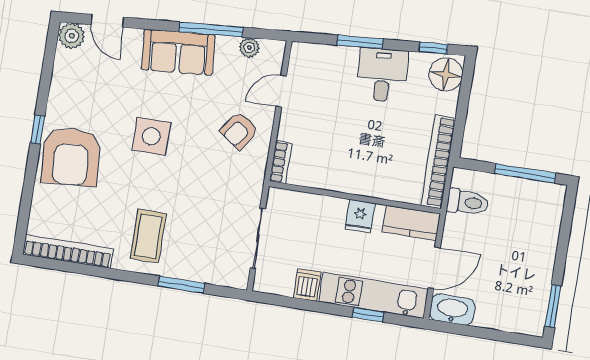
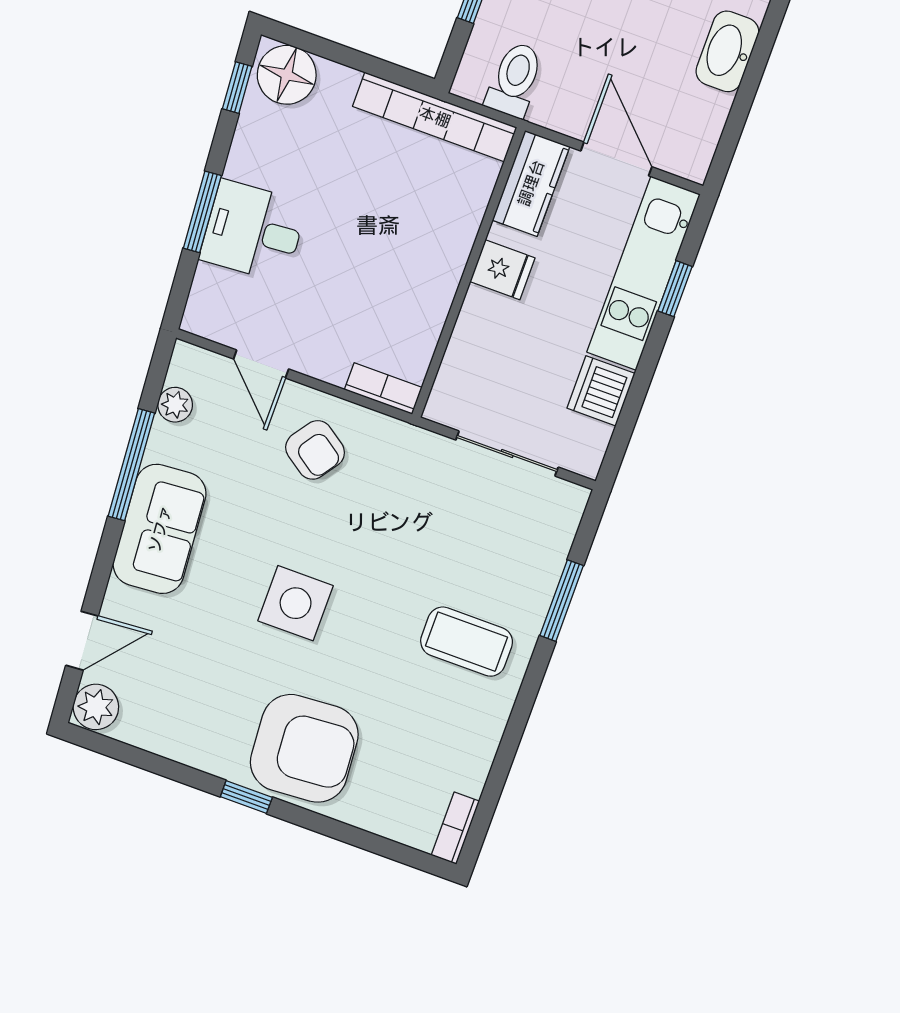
desk: (382, 75) -> (253, 231), moved
bookcase: (68, 251) -> (455, 828), width x0.43, depth x0.76
dishwasher: (307, 285) -> (601, 391), width x1.38
washbasin: (452, 310) -> (727, 51), moved

